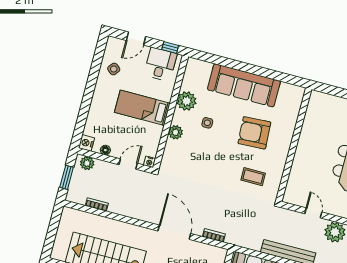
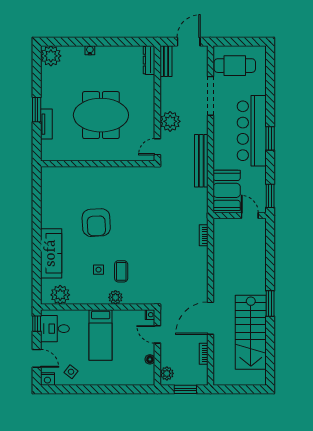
sofa: (244, 85) -> (51, 253), width x0.74, depth x0.79
plant: (187, 101) -> (60, 295), moved
nightstand: (86, 143) -> (47, 379), moved
wall: (294, 145) -> (98, 164), moved
coffee table: (253, 177) -> (121, 271), moved
door: (174, 232) -> (210, 318), moved

